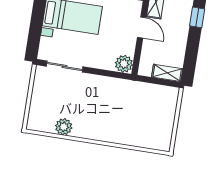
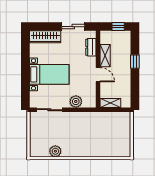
plant: (124, 64) -> (76, 101), moved
shelving: (167, 73) -> (110, 103), moved

